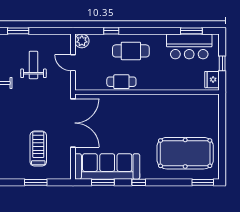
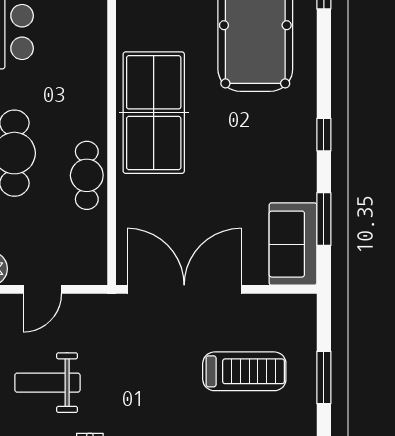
table tennis table: (148, 110) -> (154, 113), added
treadmill: (38, 149) -> (244, 371), turned 180
sofa: (107, 166) -> (293, 244), width x0.54, depth x0.79

